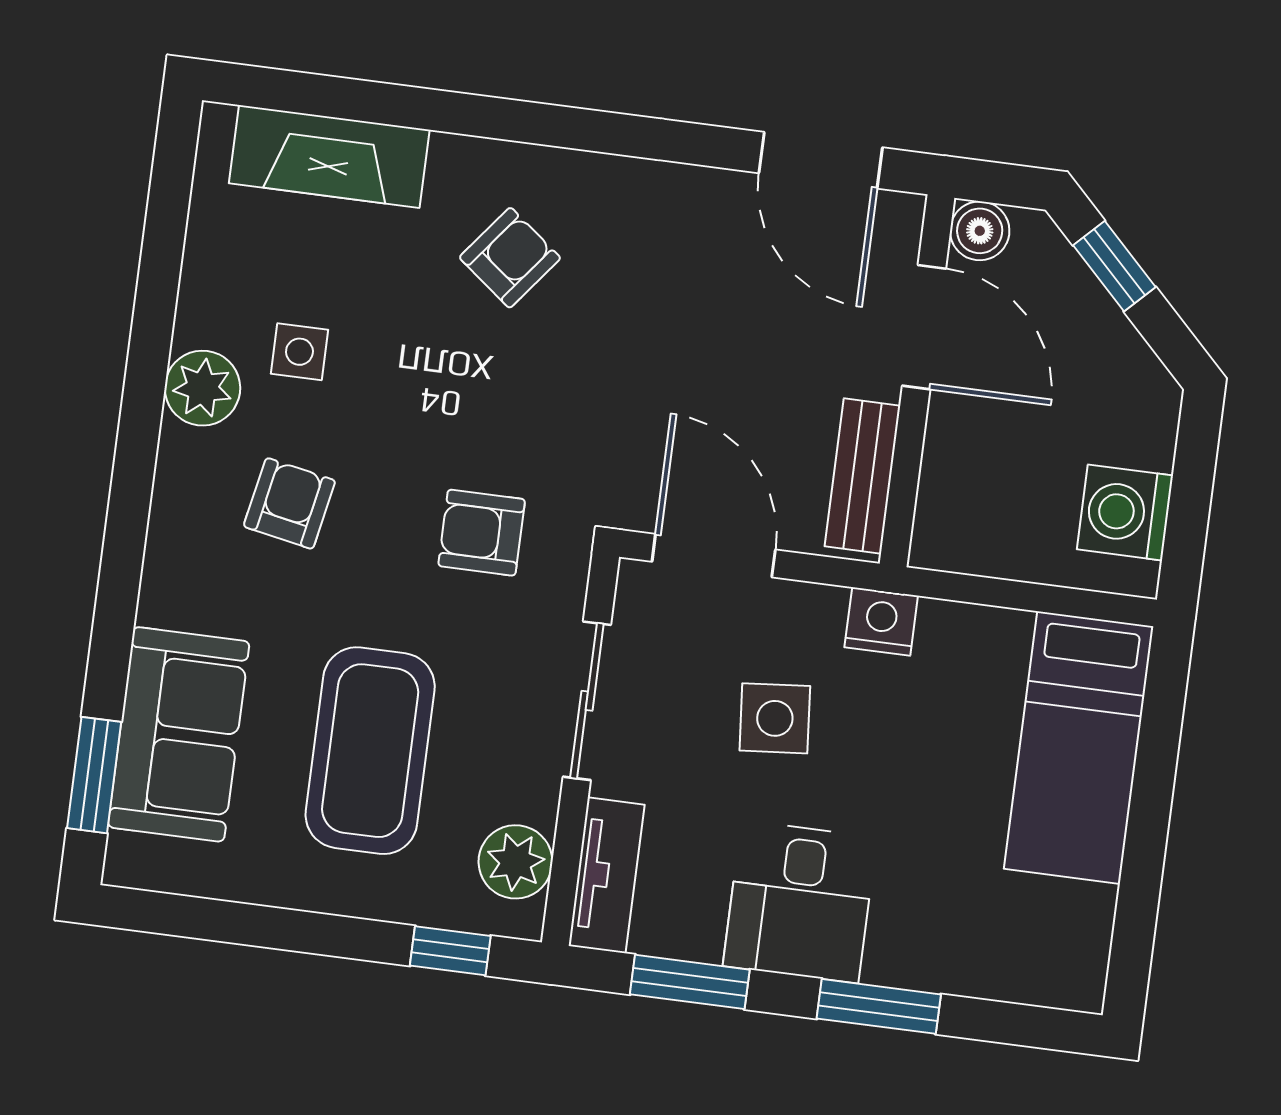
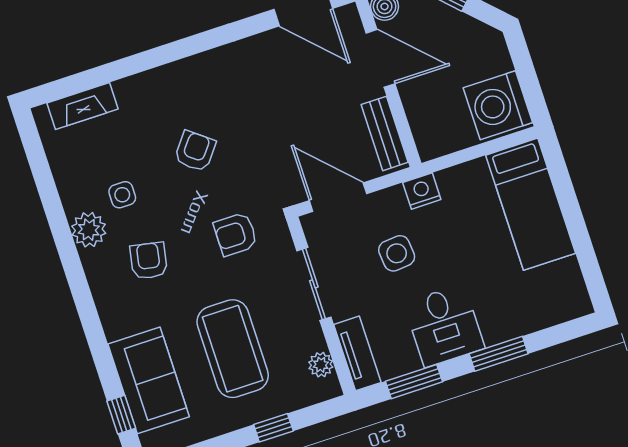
fireplace: (329, 156) -> (82, 106), width x0.73, depth x0.76
armchair: (510, 258) -> (195, 151), moved
washing machine: (1125, 512) -> (498, 105), width x1.37, depth x1.37
window: (94, 775) -> (121, 415), width x0.67
plant: (515, 862) -> (321, 365), width x0.73, depth x0.73
window: (450, 951) -> (273, 428), moved

